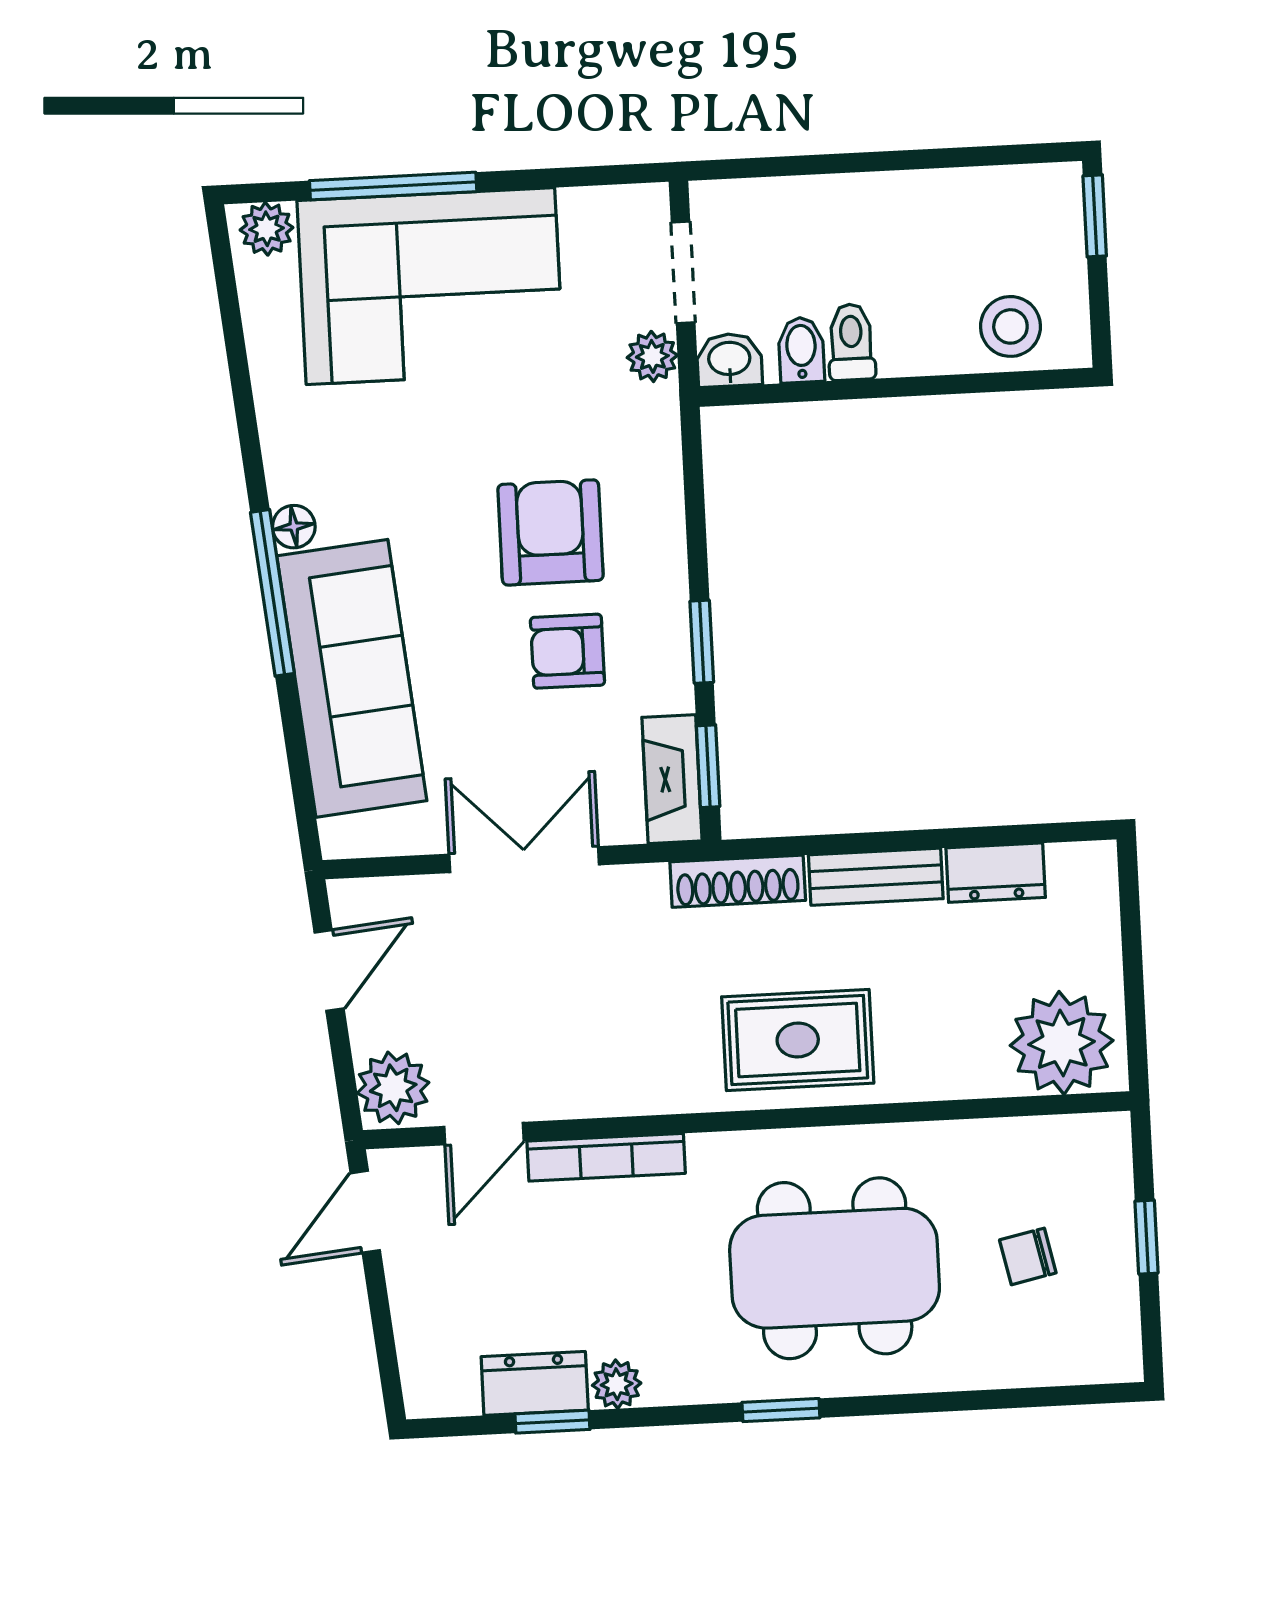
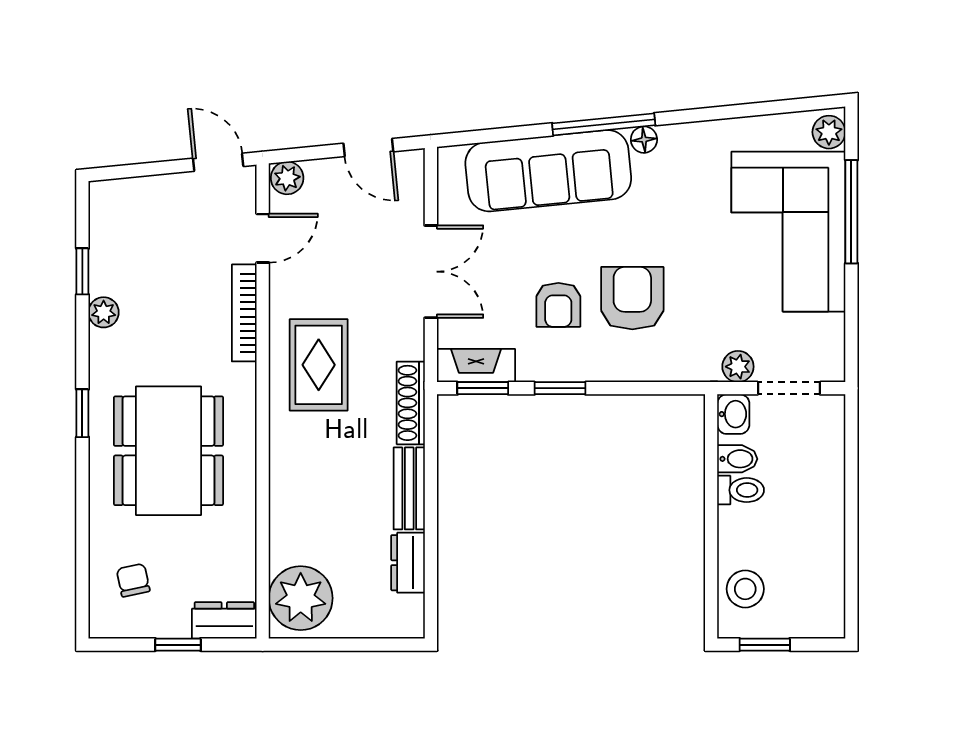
window: (1095, 216) -> (765, 645), moved
armchair: (550, 532) -> (632, 298), turned -90
armchair: (567, 651) -> (558, 305), turned 180
rug: (798, 1040) -> (319, 365), moved
plant: (393, 1088) -> (287, 178), width x0.73, depth x0.73
door: (484, 1134) -> (263, 238), swing flipped
chair: (1028, 1256) -> (133, 580), moved
dresser: (535, 1383) -> (224, 620), moved, turned -90

